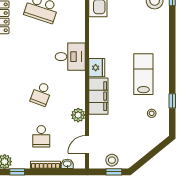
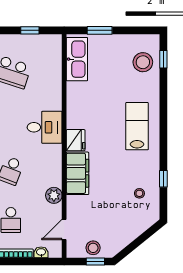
lab bench: (143, 74) -> (137, 126), moved

